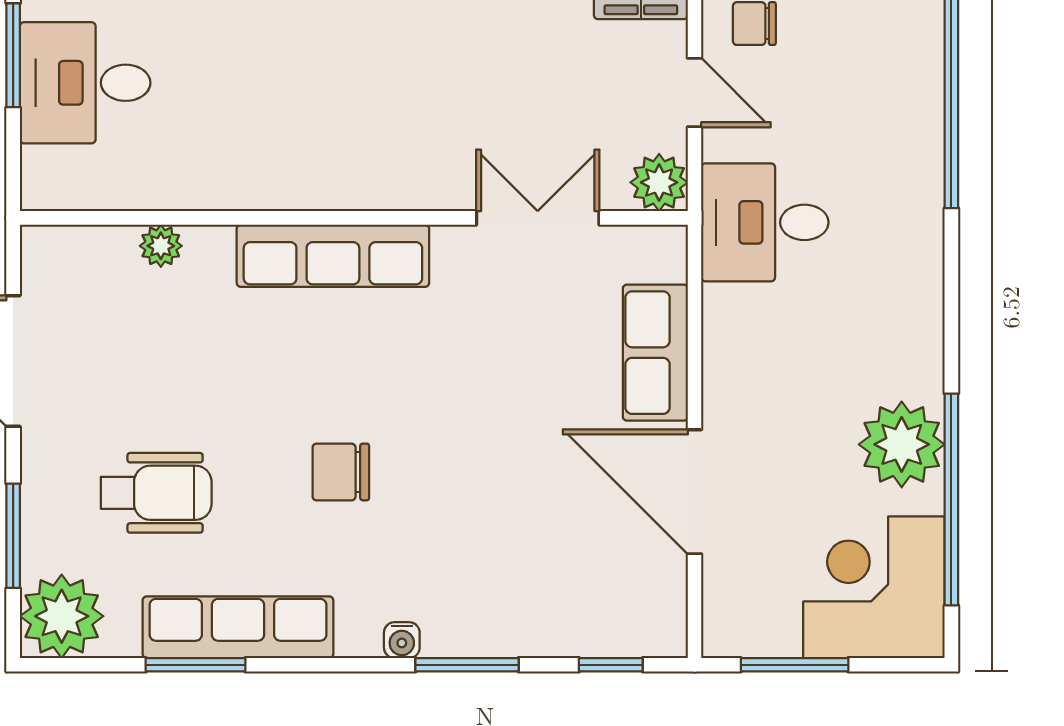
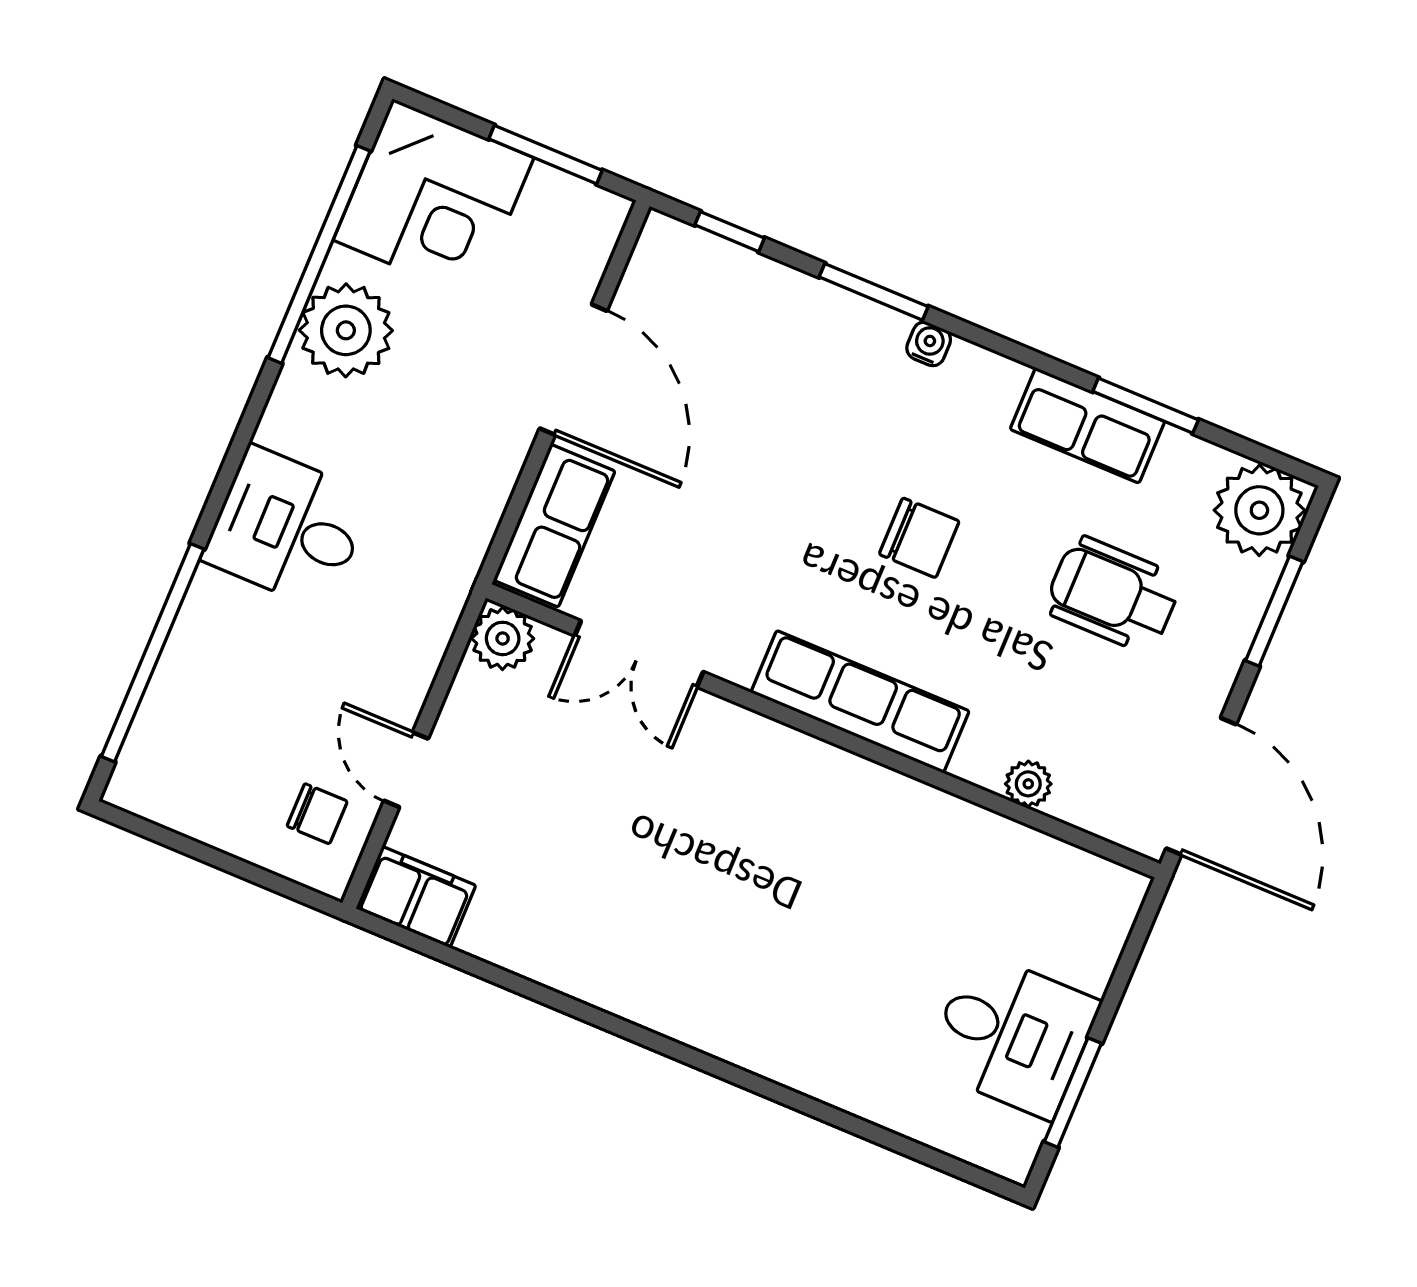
plant: (659, 182) -> (503, 638), moved
wall: (354, 218) -> (823, 731), moved
double door: (538, 218) -> (639, 654), moved
desk: (765, 222) -> (288, 528), moved, turned 180
plant: (161, 246) -> (1028, 784), moved
row of seats: (333, 256) -> (860, 702), moved
row of seats: (238, 627) -> (1087, 425), width x0.68

